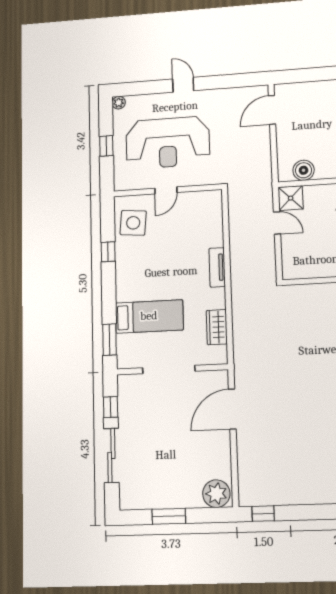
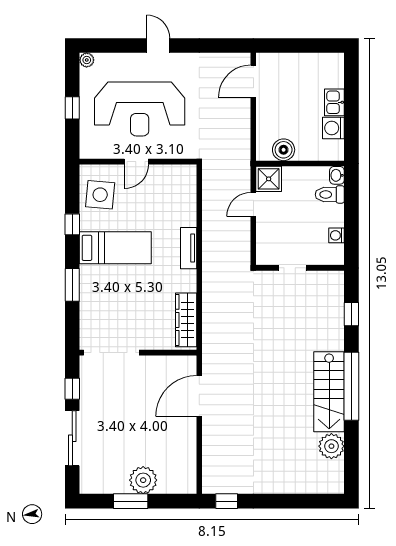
door: (277, 223) -> (253, 205), swing flipped
doorway: (318, 281) -> (293, 268), added
bed: (149, 316) -> (115, 248), moved
wardrobe: (217, 327) -> (186, 320), width x1.50
window: (109, 340) -> (72, 285), moved
doorway: (169, 370) -> (111, 353), moved
plant: (216, 494) -> (143, 480), moved

